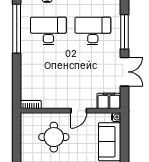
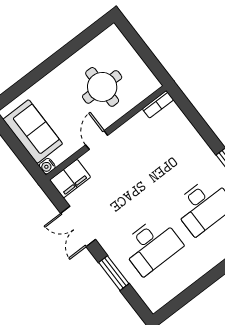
window: (125, 32) -> (114, 273), width x0.69

